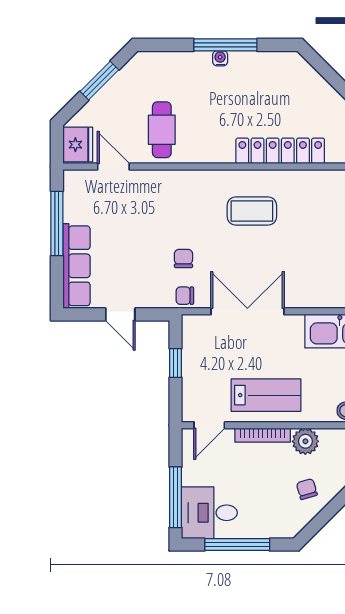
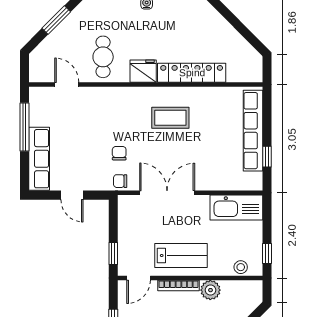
fridge: (78, 145) -> (143, 71), moved, turned -90
window: (176, 363) -> (113, 254), moved

